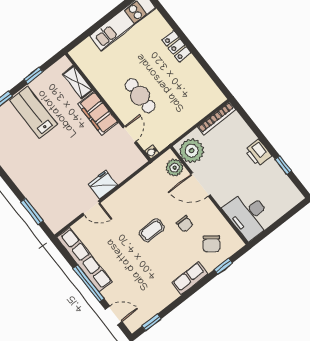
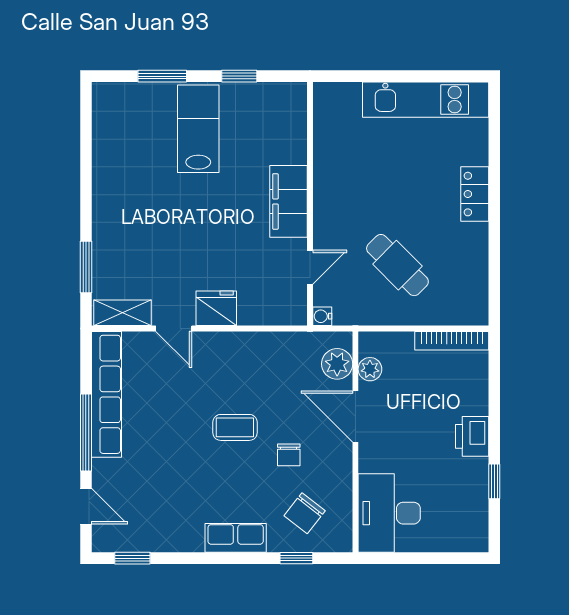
shelving: (77, 82) -> (123, 313), moved, turned 90
cafe table: (140, 96) -> (397, 265), moved, turned -45
plant: (192, 151) -> (370, 369), width x0.53, depth x0.53

